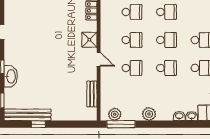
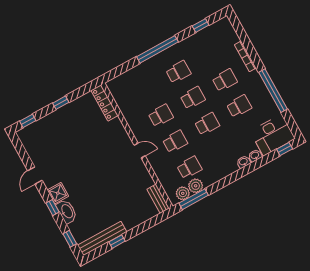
school desk: (132, 12) -> (189, 167), moved
shower: (89, 40) -> (58, 193), moved
bench: (92, 94) -> (158, 199), moved
plant: (149, 114) -> (196, 186), moved

